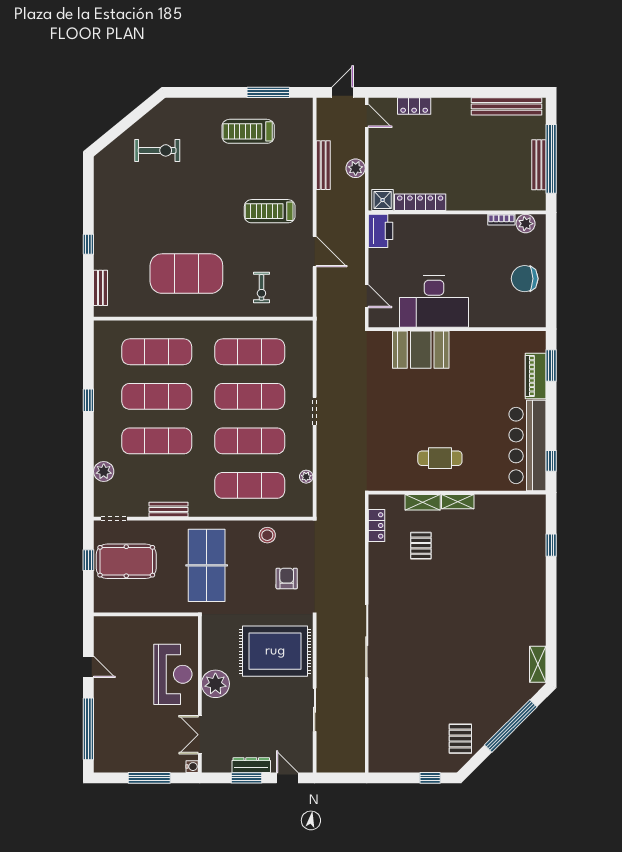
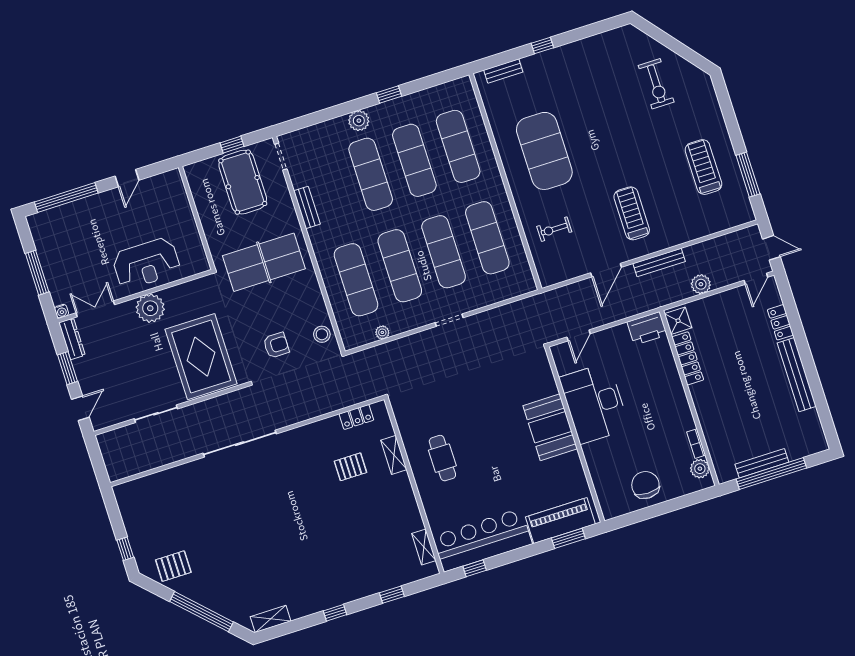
bench: (506, 106) -> (797, 375), moved
bench: (323, 165) -> (659, 262), moved
booth: (421, 350) -> (550, 427), moved
piano: (536, 376) -> (560, 520), width x1.37, depth x1.33
plant: (104, 471) -> (359, 121), moved
shelving: (458, 502) -> (424, 547), moved
stool: (267, 535) -> (322, 334), moved
window: (551, 603) -> (335, 613), added
dresser: (251, 765) -> (72, 339), moved

